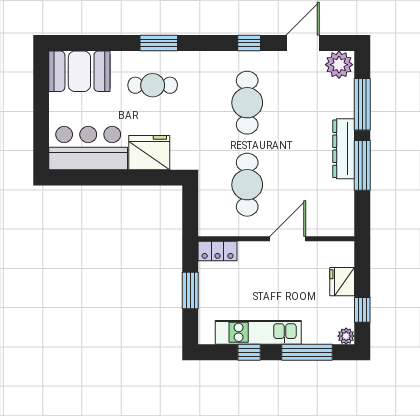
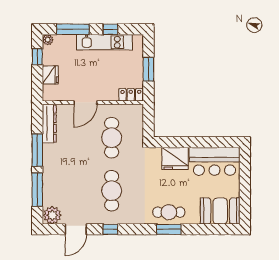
cafe table: (153, 85) -> (169, 212), moved
dresser: (344, 149) -> (49, 124), moved

